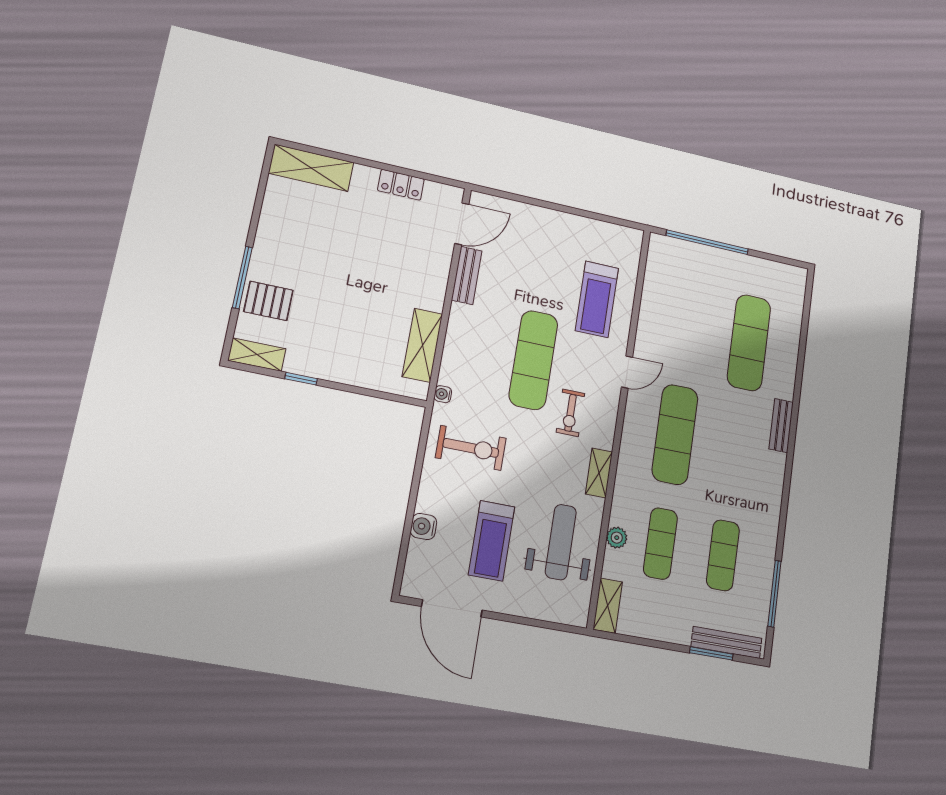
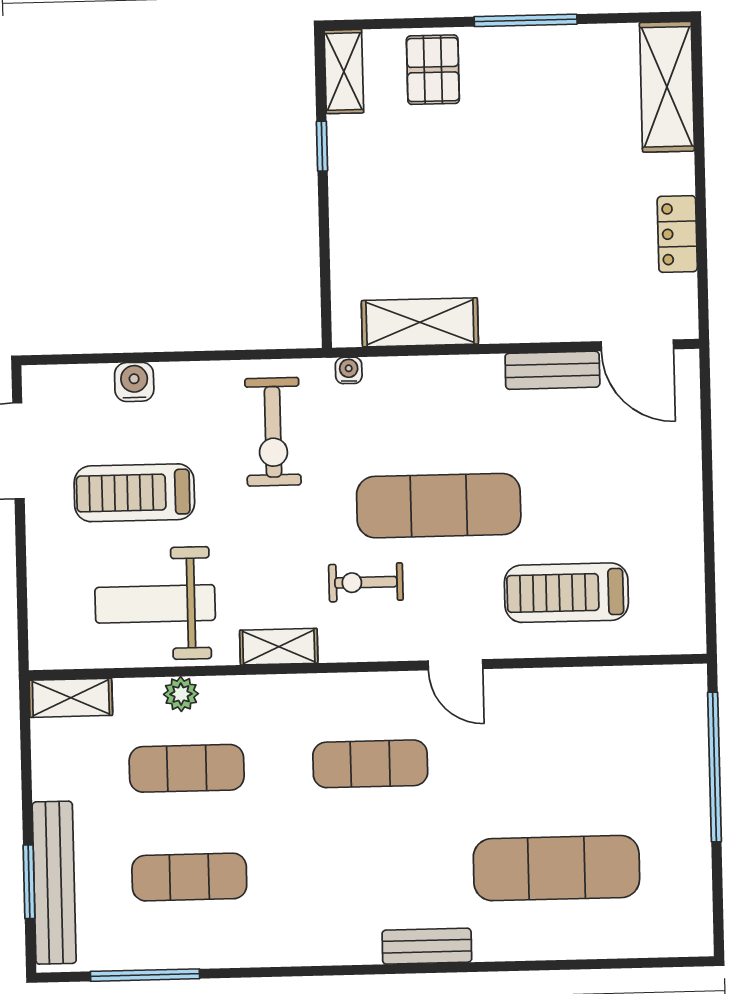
window: (242, 277) -> (526, 20), moved
exercise mat: (675, 434) -> (370, 764), width x0.73, depth x0.69
weight bench: (561, 542) -> (155, 604), turned 180
bench: (726, 642) -> (54, 883), width x1.37, depth x1.21

